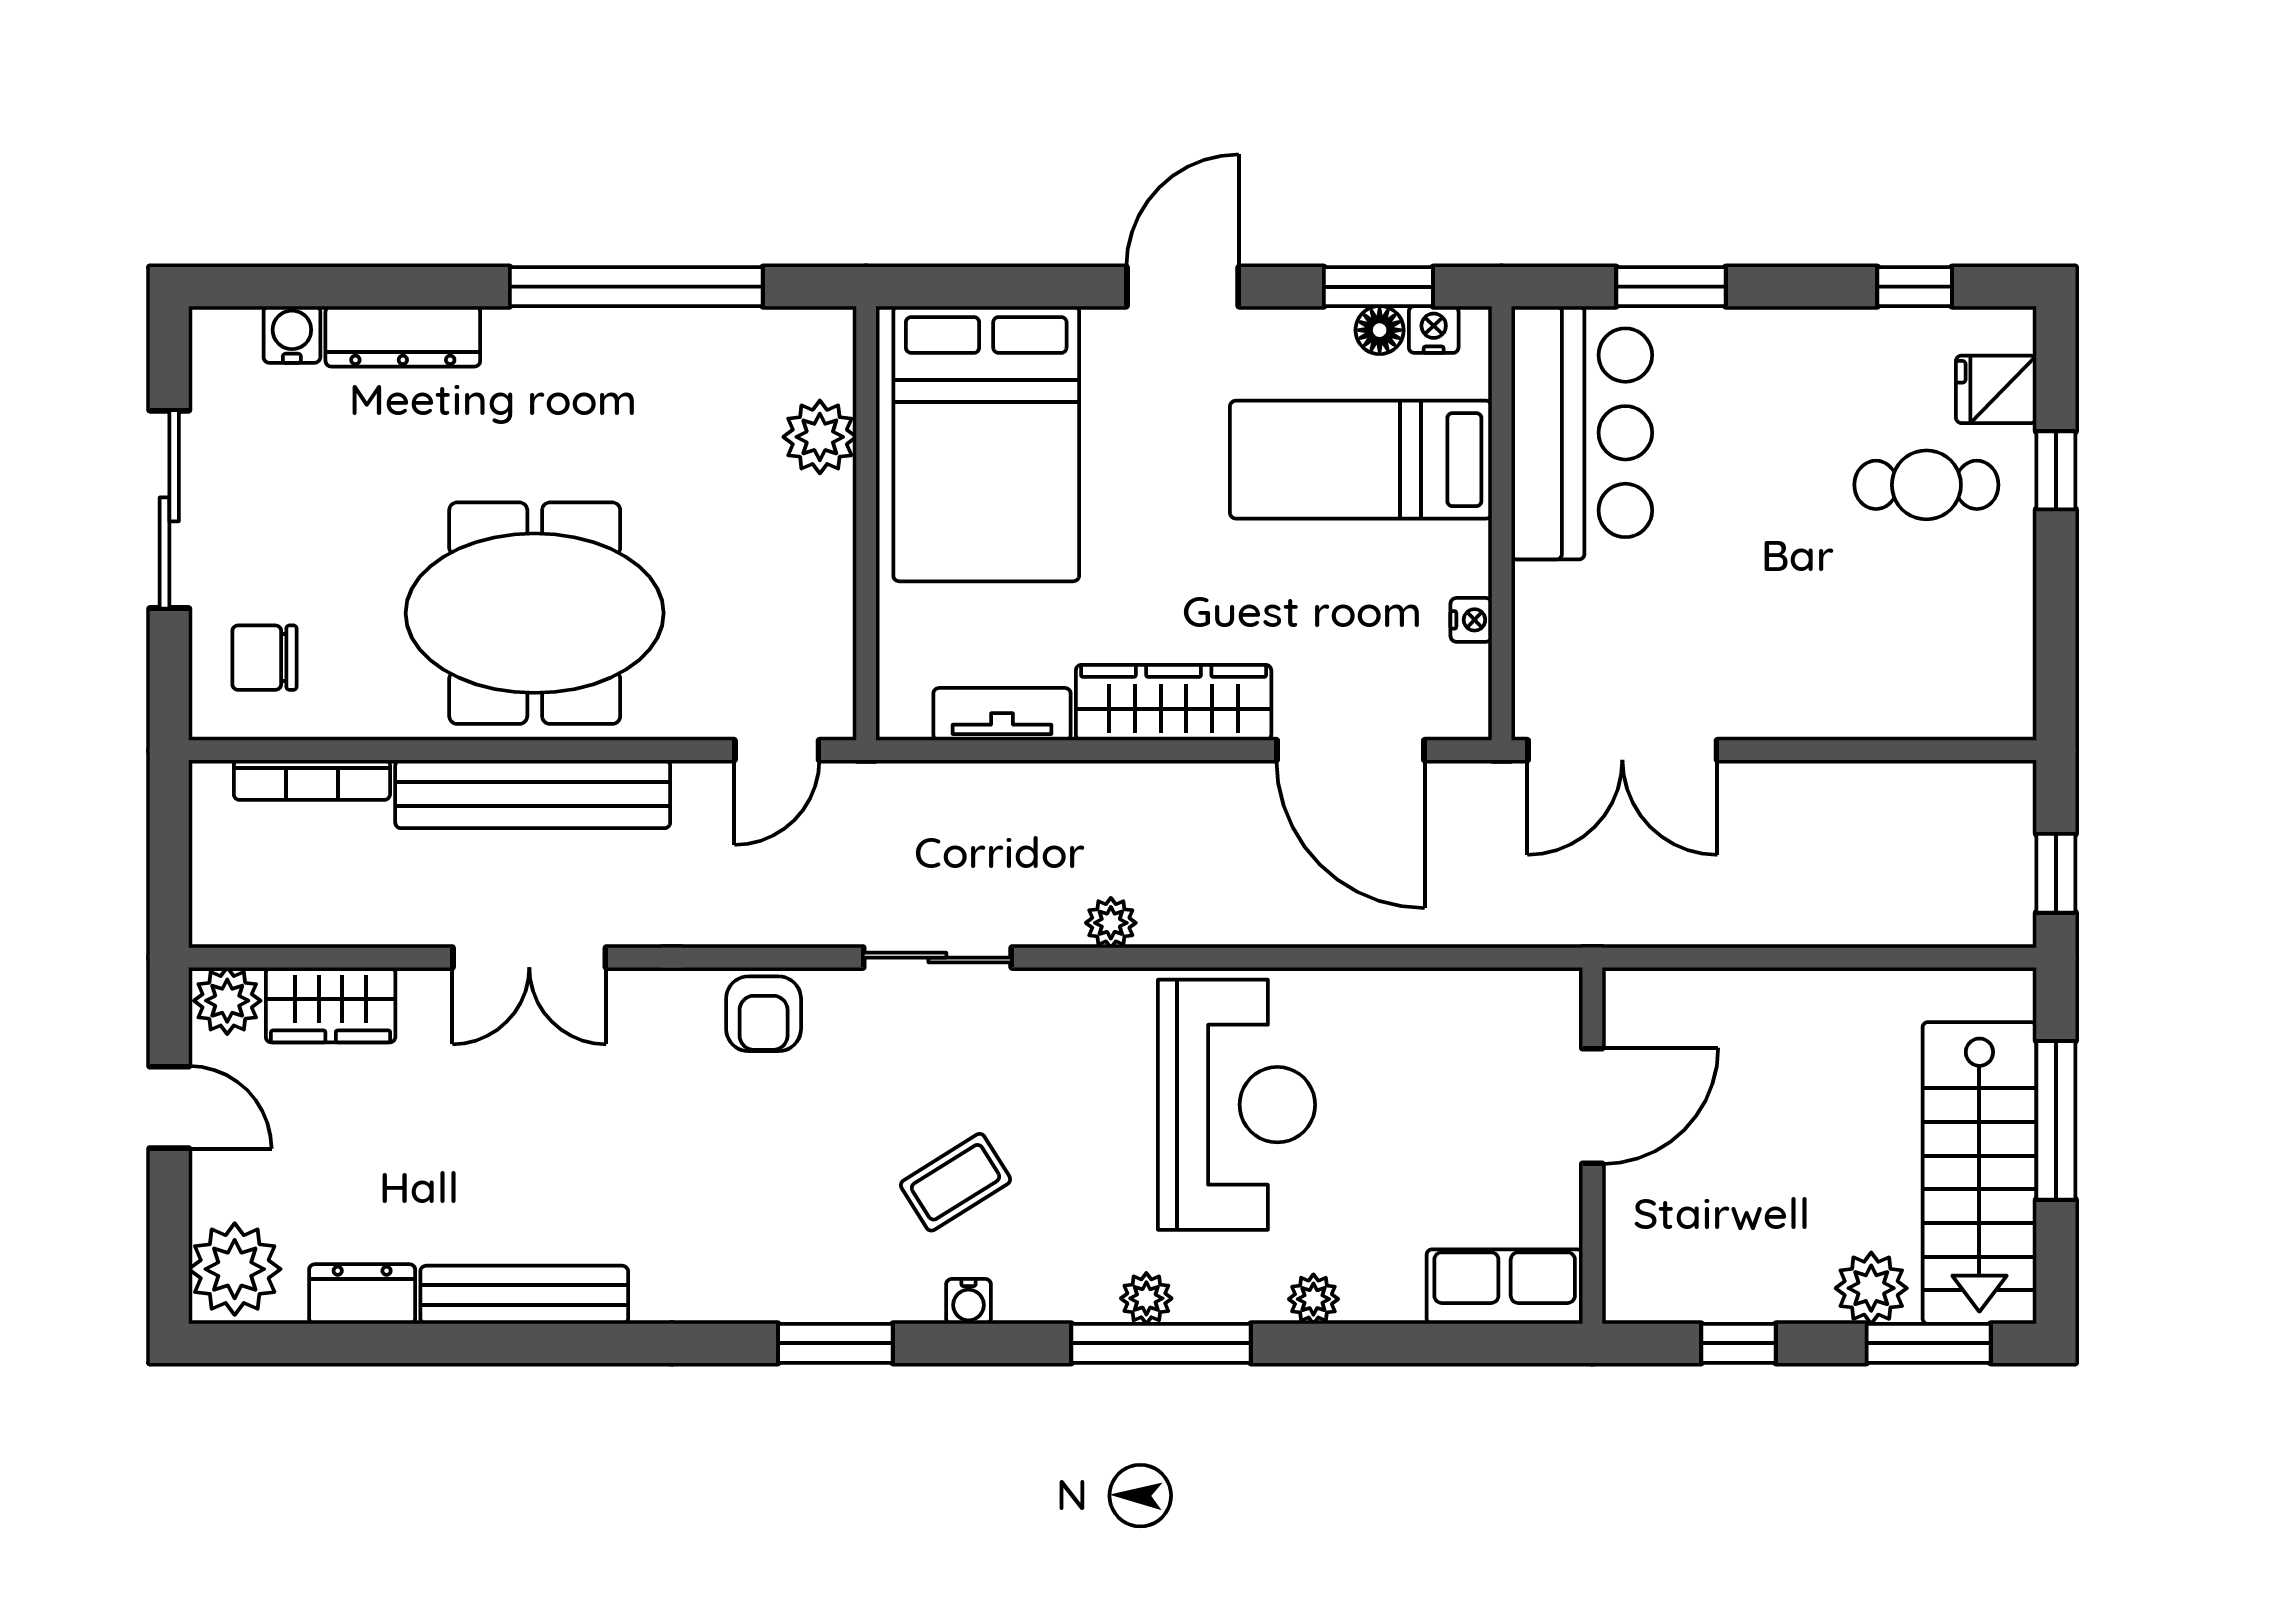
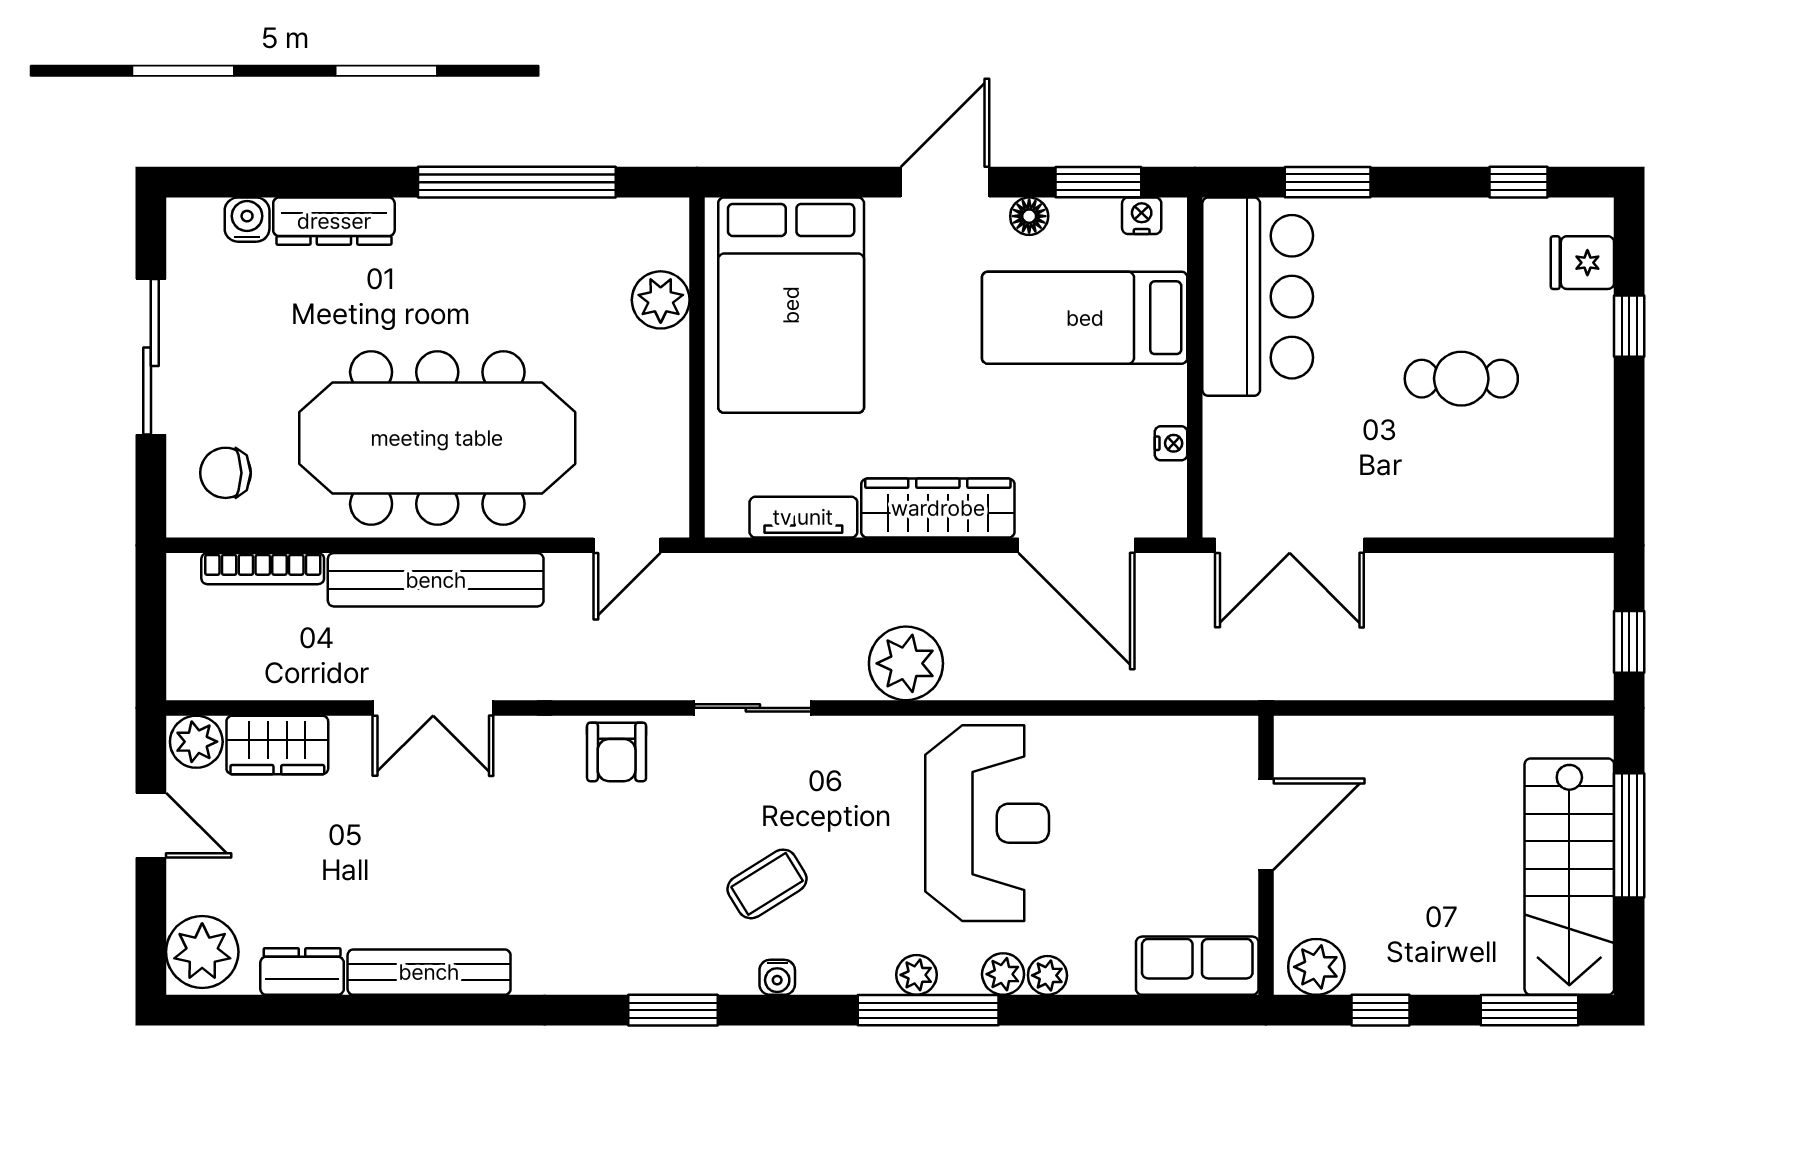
floor lamp: (1380, 330) -> (1029, 216), moved
cafe table: (1926, 485) -> (1461, 379), moved
meeting table: (535, 613) -> (437, 438), width x1.36
plant: (1111, 923) -> (906, 663), width x1.87, depth x1.87
plant: (1871, 1288) -> (1316, 967), moved
plant: (1257, 1297) -> (1003, 974), added

